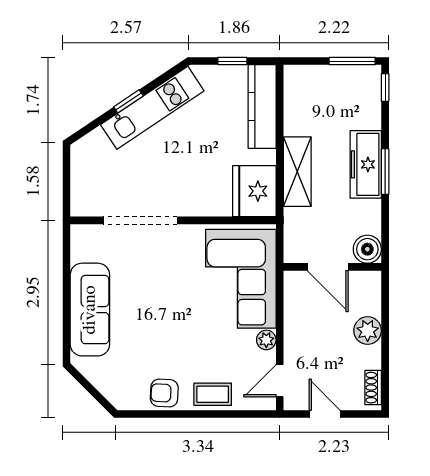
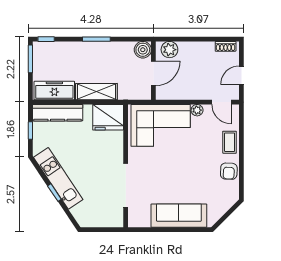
freezer: (366, 164) -> (54, 91), moved, turned 180
plant: (368, 331) -> (169, 50), moved

